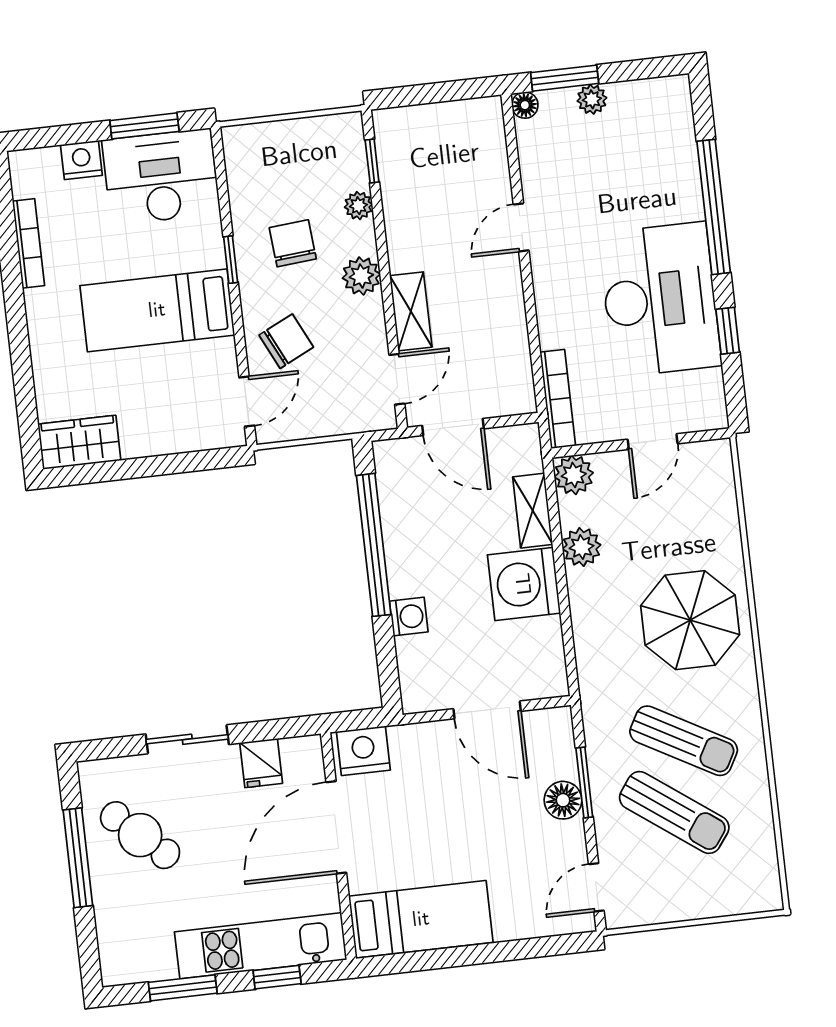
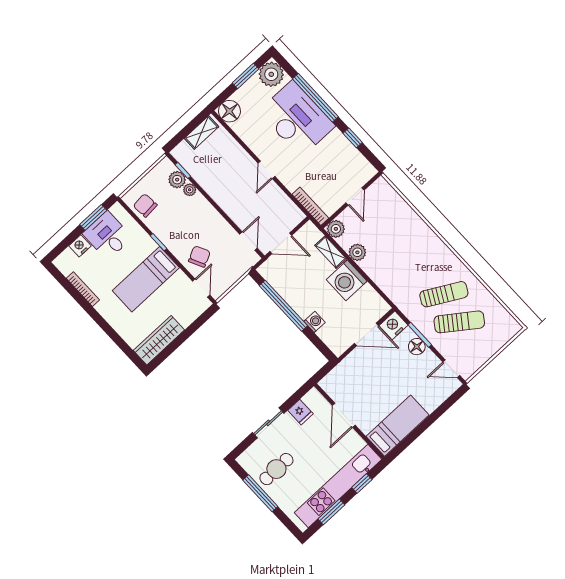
window: (565, 78) -> (245, 76), moved
plant: (592, 99) -> (271, 74), moved, width x1.87, depth x1.87
floor lamp: (525, 105) -> (229, 111), width x1.89, depth x1.89
desk: (161, 177) -> (107, 236), width x0.73
door: (521, 227) -> (266, 170), moved
chair: (293, 243) -> (145, 205), moved
plant: (361, 276) -> (177, 180), moved
desk: (660, 299) -> (297, 119), moved
shelving: (411, 311) -> (202, 133), moved, turned 90
wardrobe: (79, 442) -> (159, 340), width x1.50
parasol: (690, 620) -> (415, 250), removed
nightstand: (363, 751) -> (393, 325), moved
door: (336, 827) -> (344, 415), width x0.73
cafe table: (140, 835) -> (276, 469), turned -43
door: (596, 887) -> (451, 369), hinge flipped
kitchen unit: (261, 946) -> (338, 486), width x1.36

